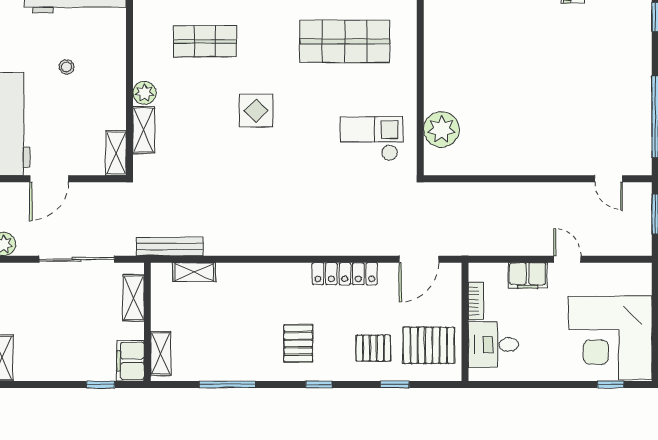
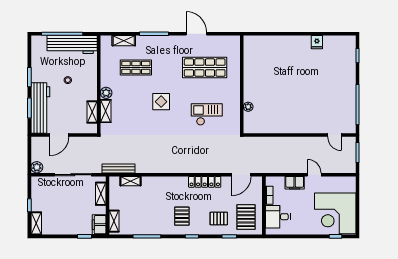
plant: (442, 129) -> (248, 107), width x0.53, depth x0.53
checkout: (371, 139) -> (207, 114), moved
shelving: (116, 153) -> (92, 112), moved
pallet: (429, 345) -> (246, 217), turned 90

